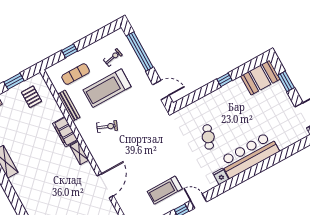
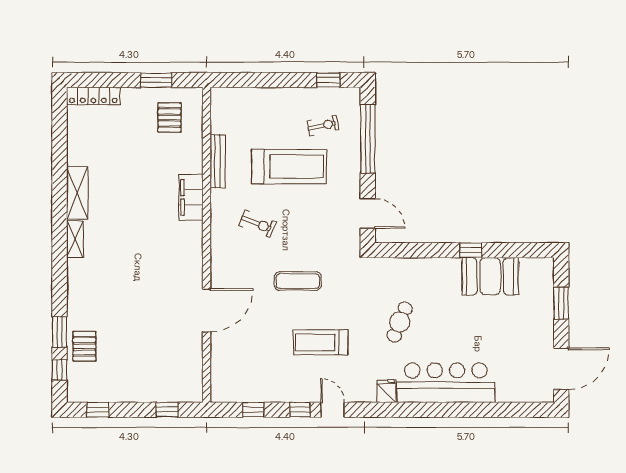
window: (70, 51) -> (329, 80), moved
exercise mat: (76, 74) -> (298, 281), moved
booth: (260, 78) -> (490, 276), moved
treadmill: (107, 88) -> (289, 167), turned 180
shelving: (79, 153) -> (75, 239), moved
treadmill: (165, 190) -> (321, 343), moved

